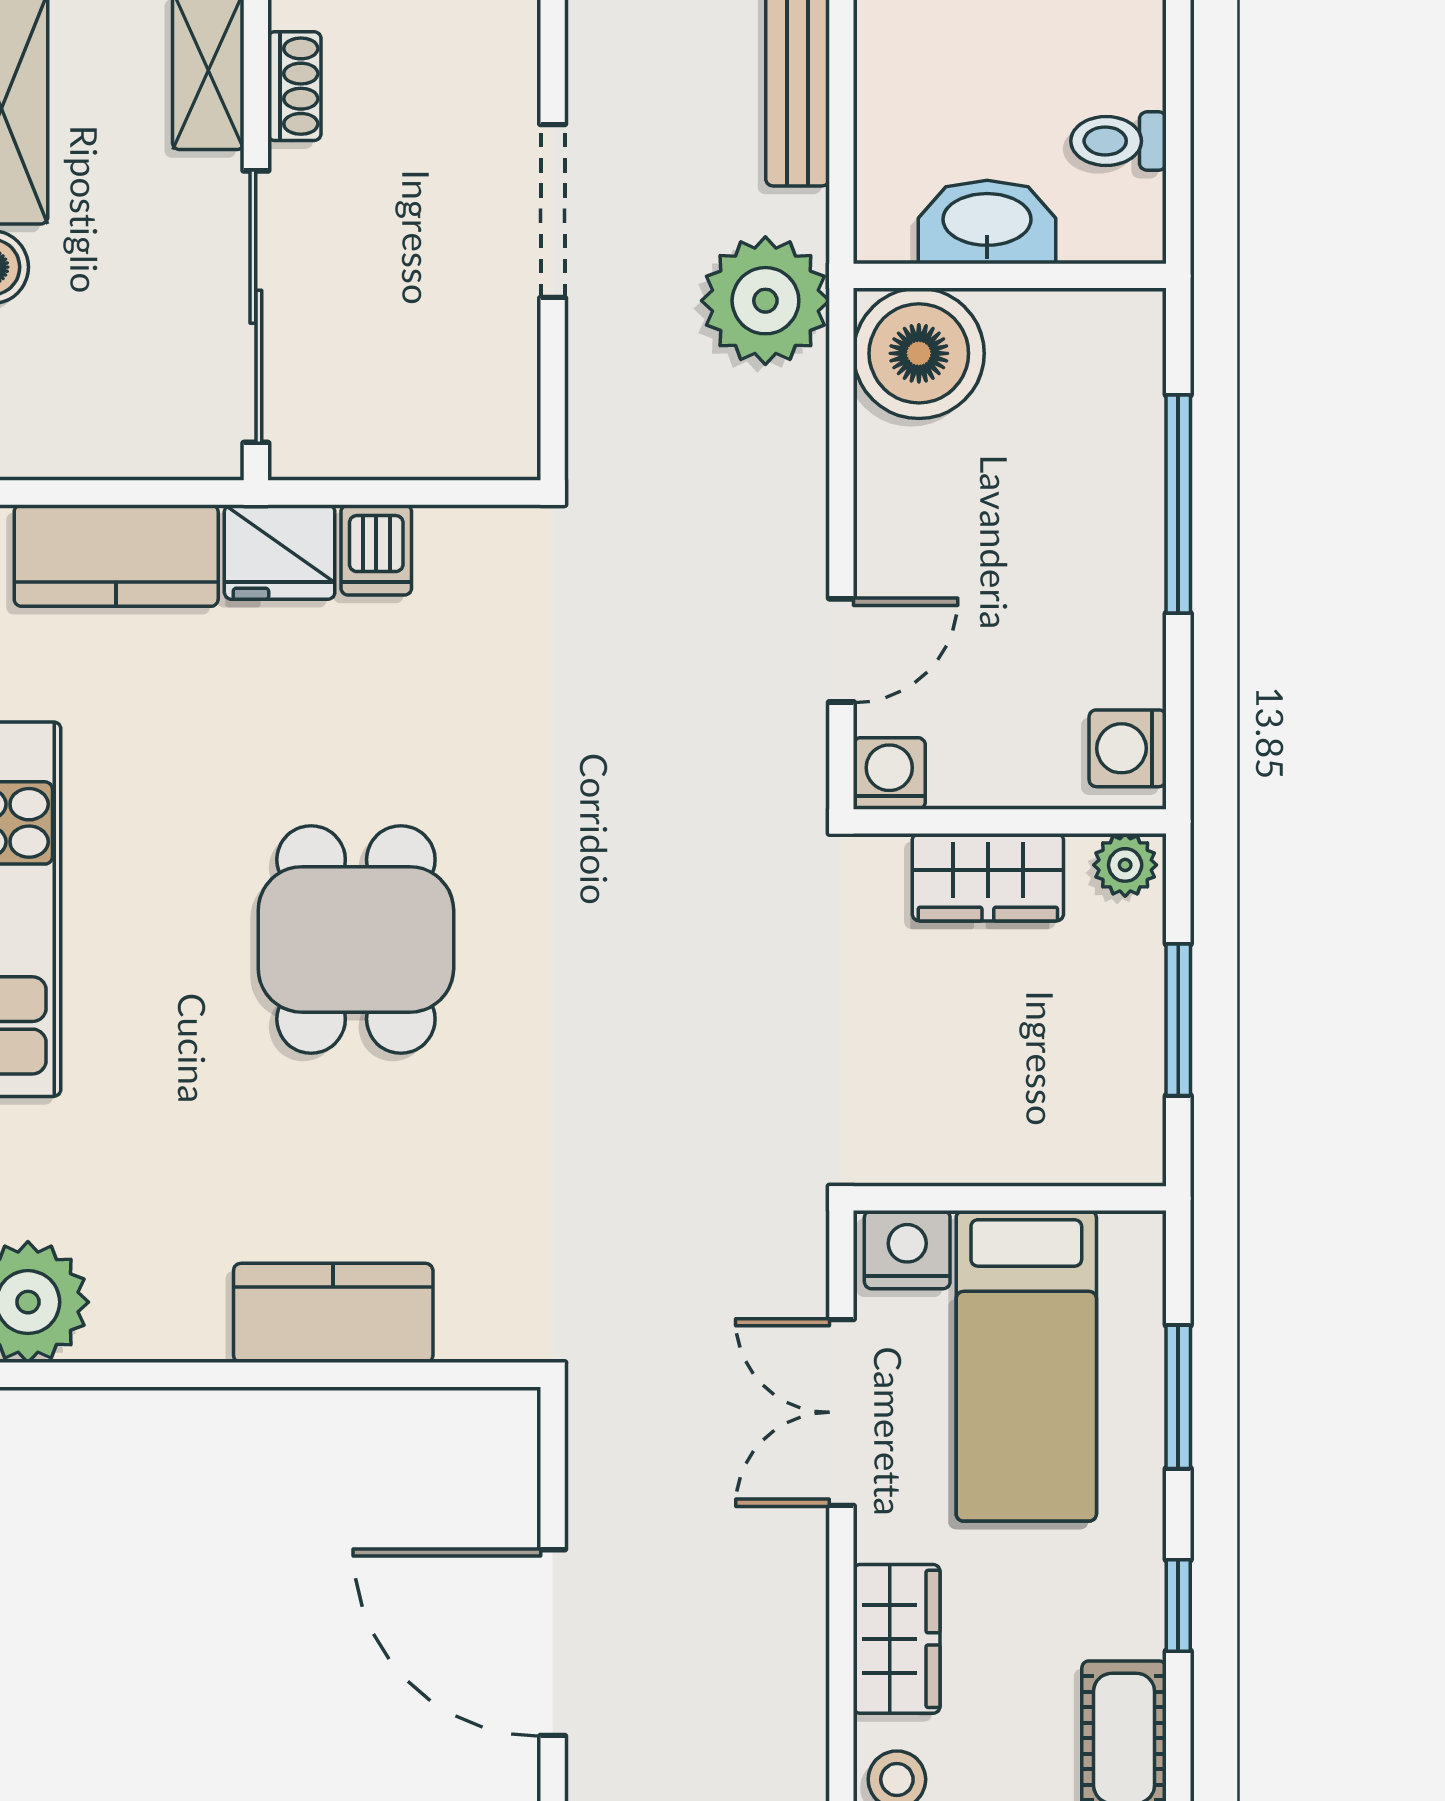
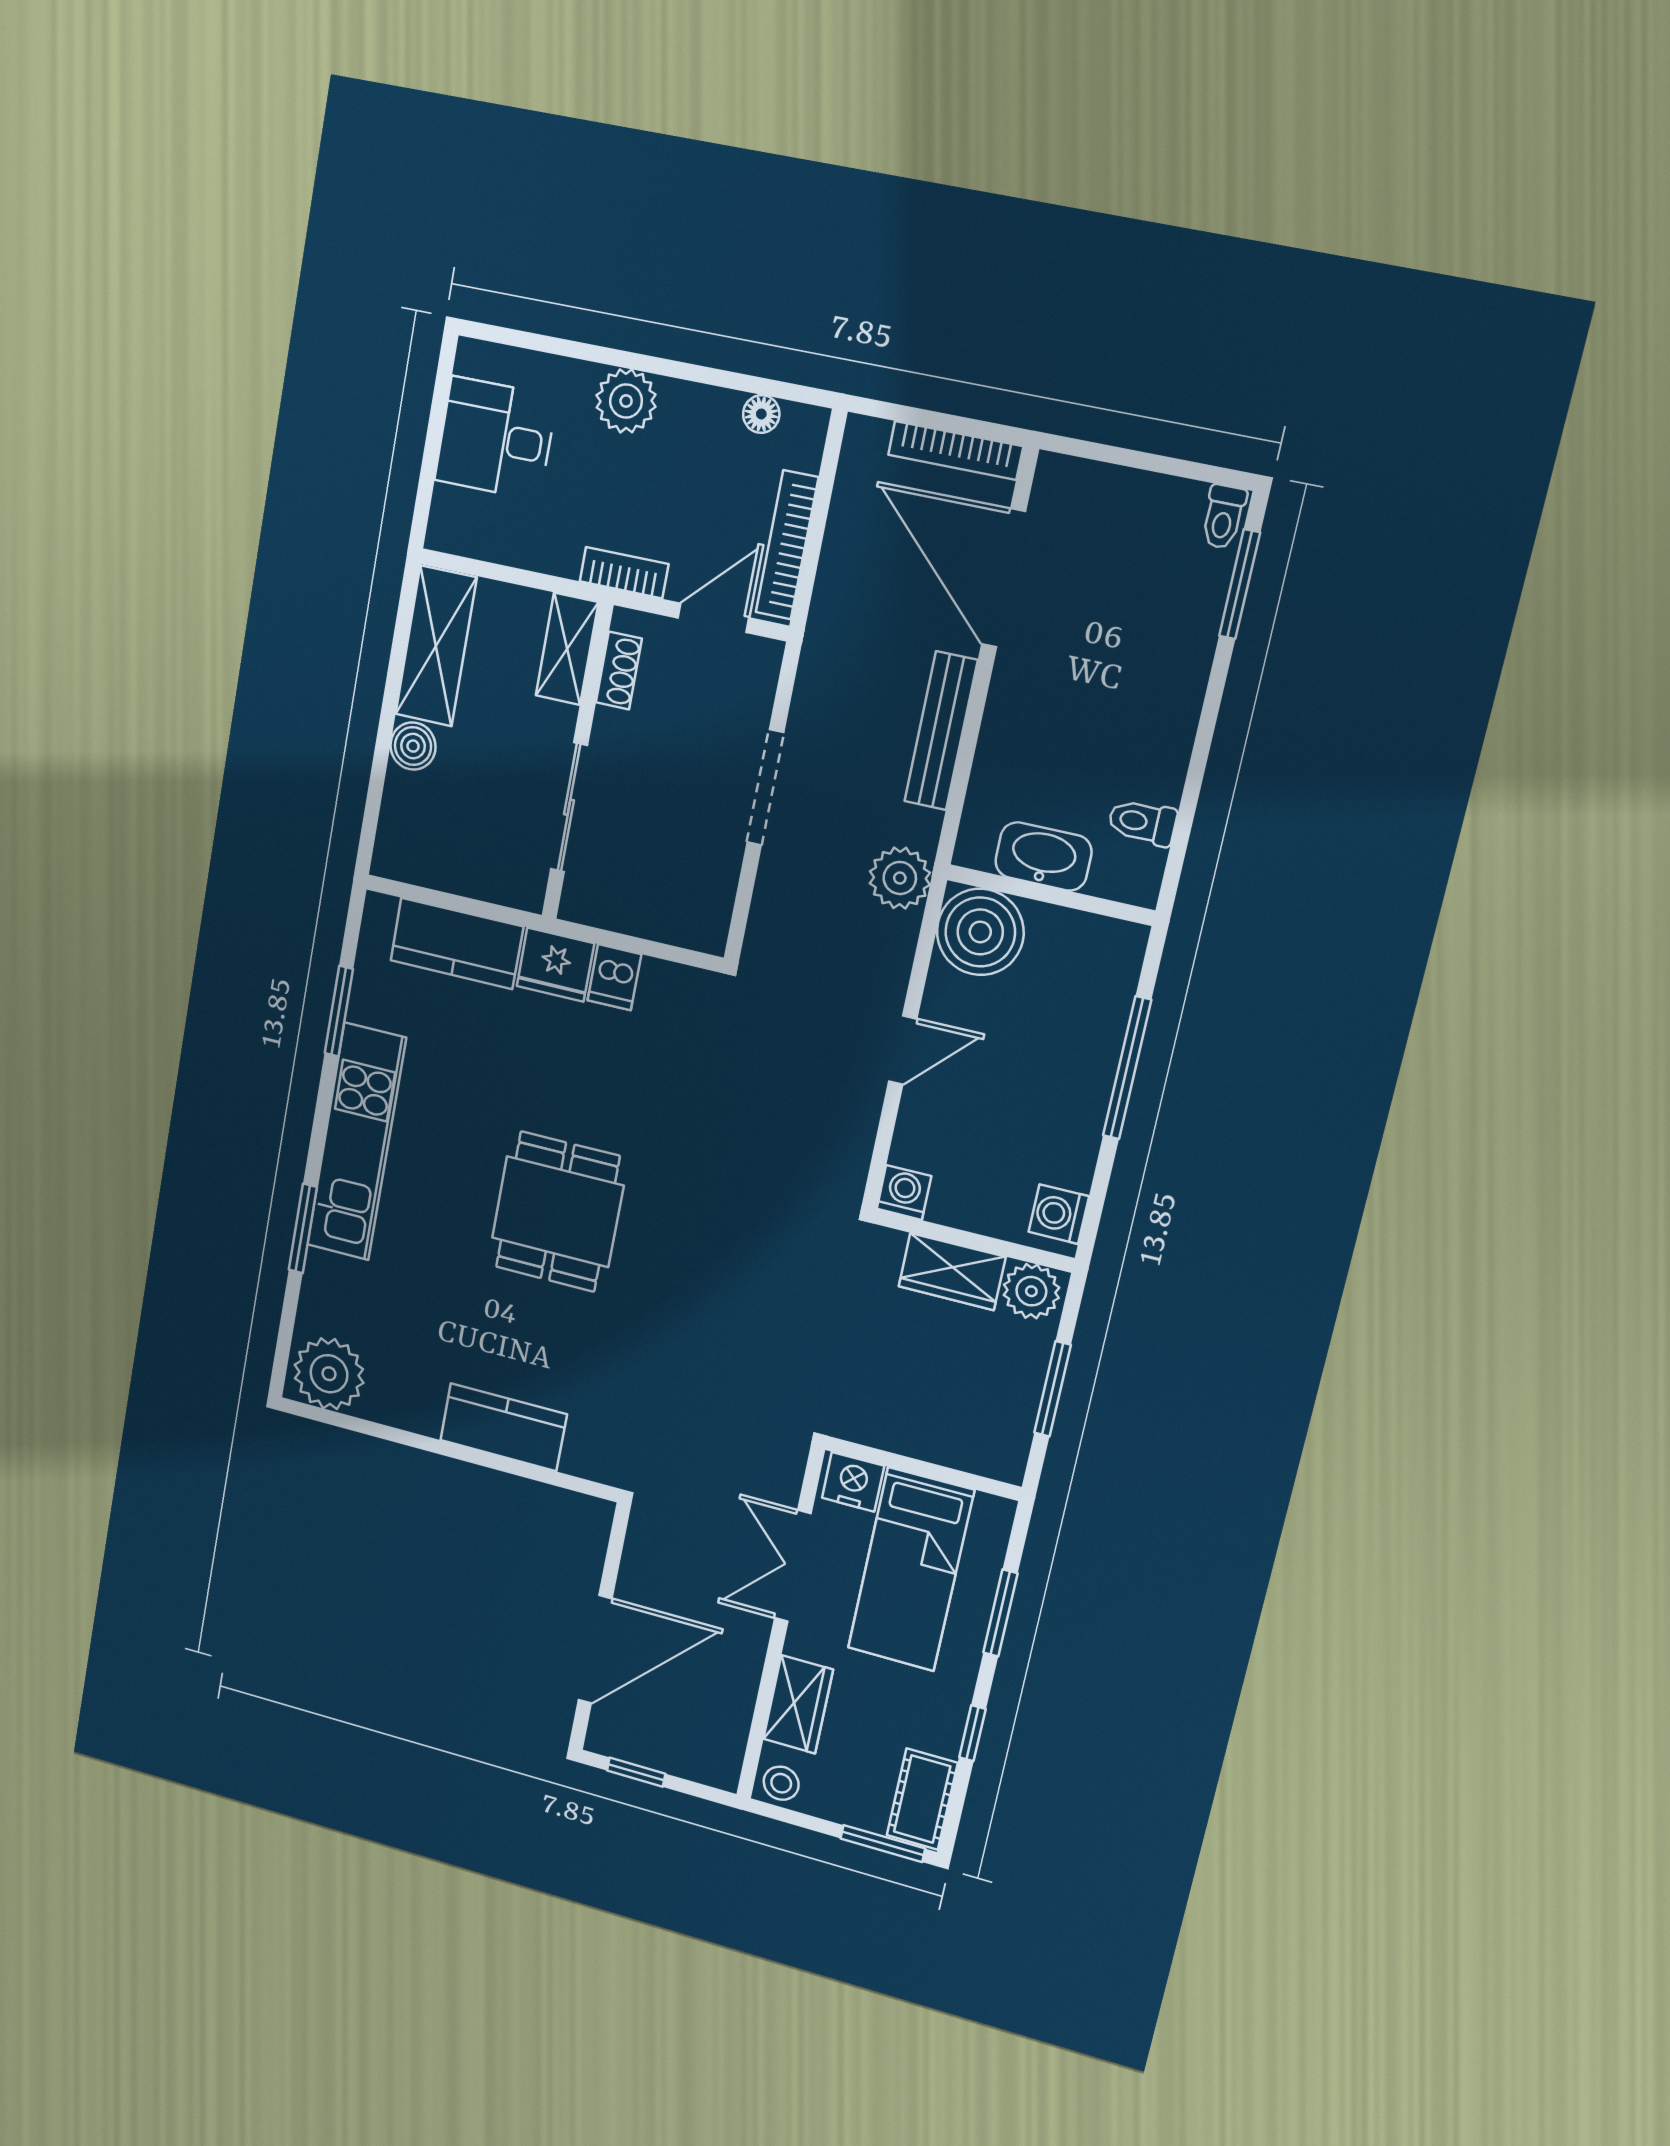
plant: (765, 301) -> (900, 878), width x0.73, depth x0.73
sliding door: (256, 307) -> (569, 807), width x0.73
door: (841, 650) -> (903, 1050), moved
plant: (1125, 865) -> (1031, 1291), width x1.38, depth x1.38
door: (553, 1643) -> (595, 1649), swing flipped

